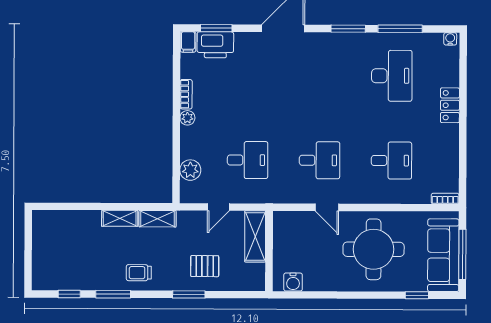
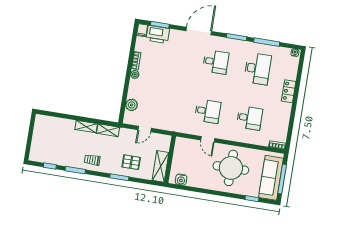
desk: (248, 160) -> (216, 62), moved
shelving: (255, 236) -> (161, 166), moved

